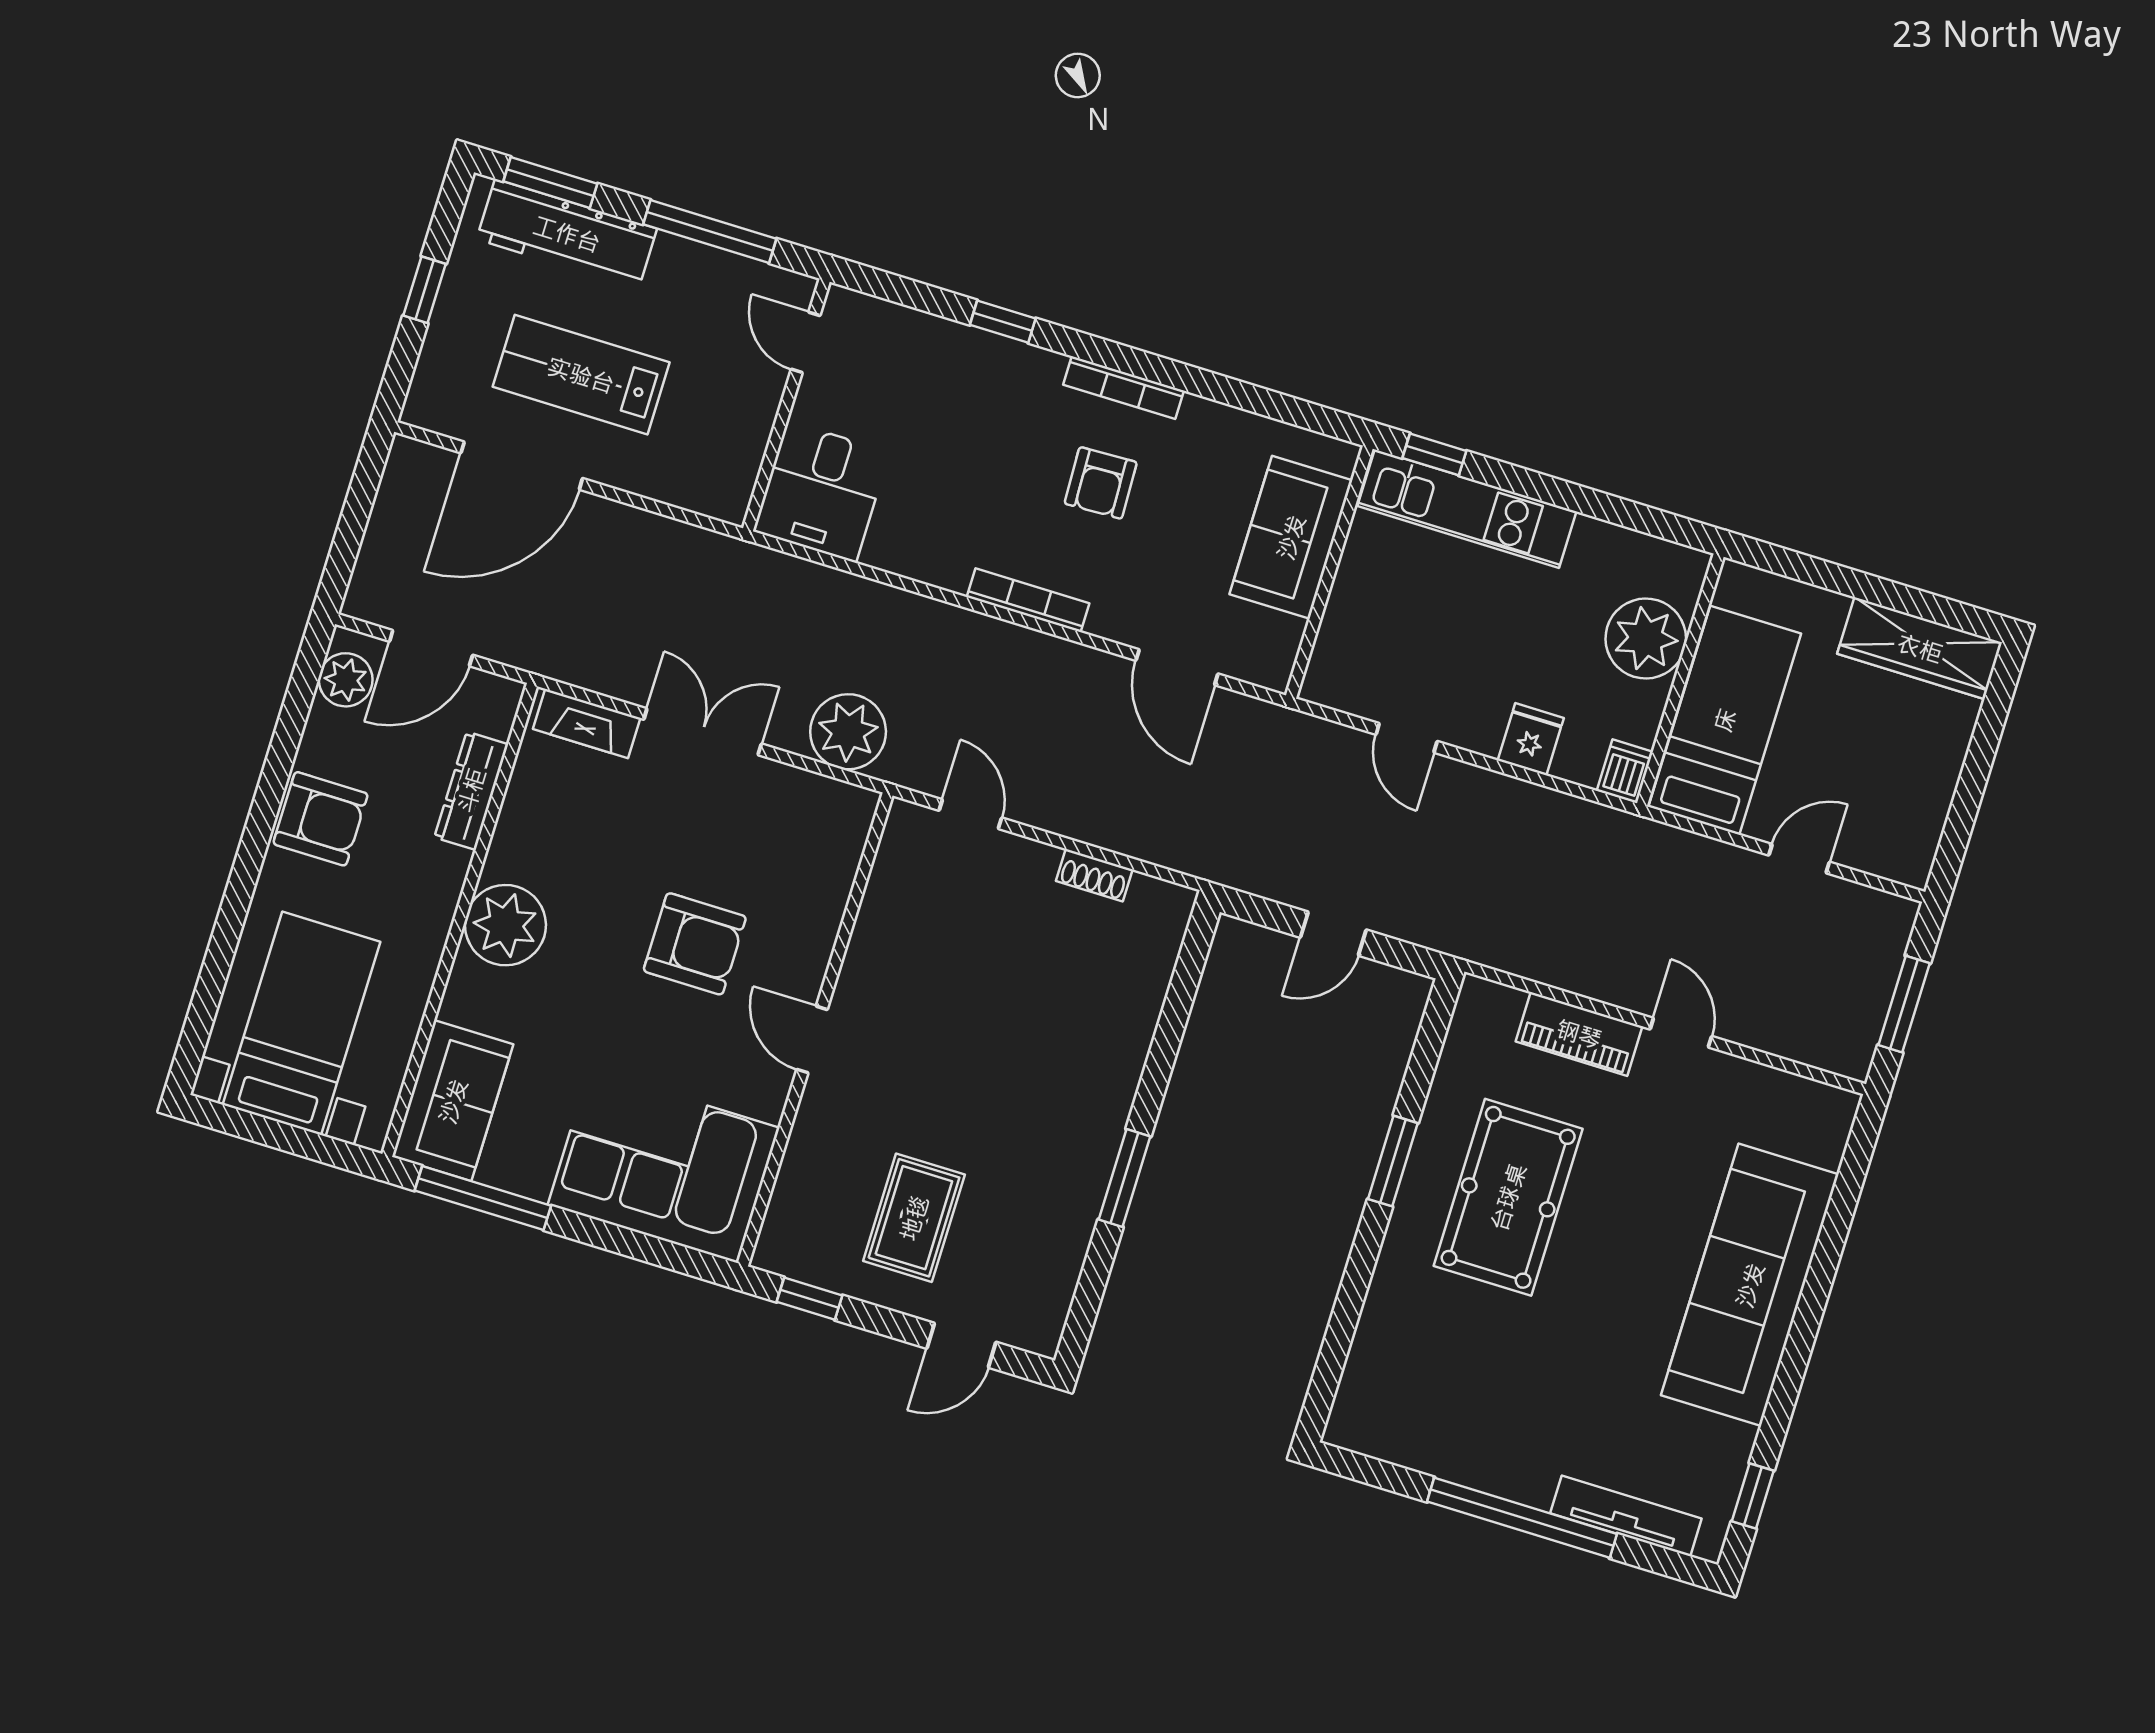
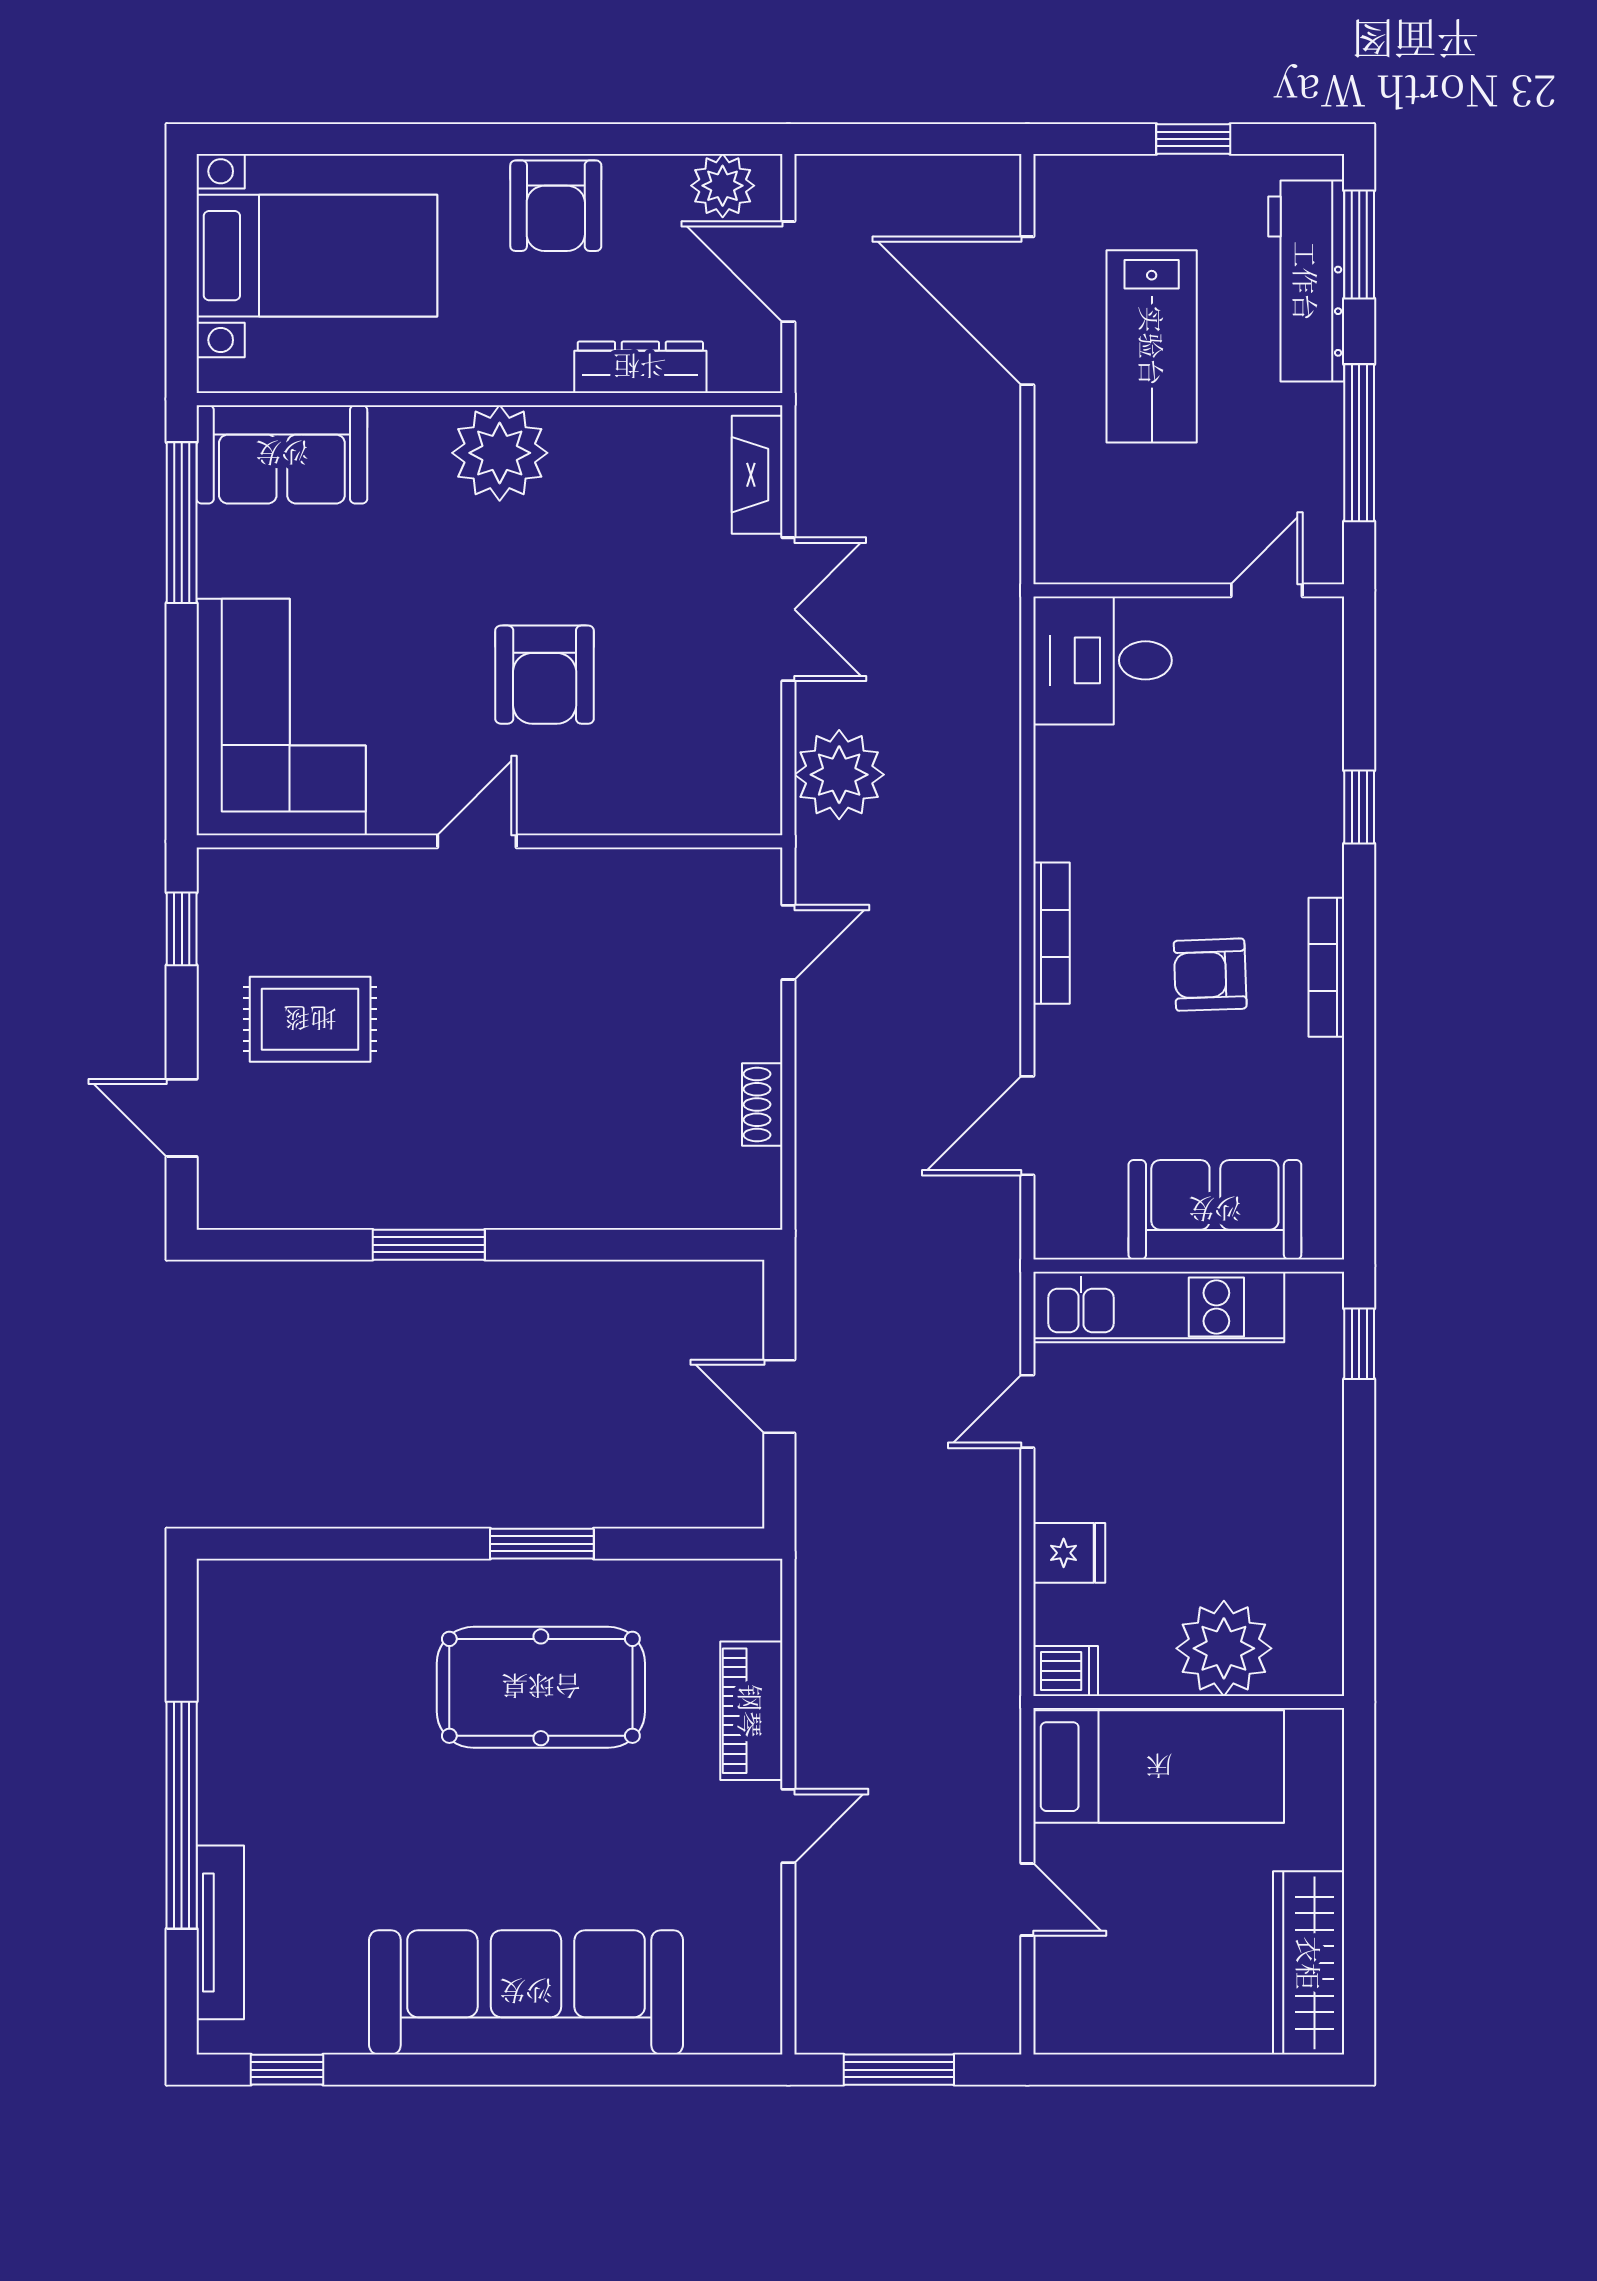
lab bench: (581, 375) -> (1152, 346), turned 180
kitchen unit: (1467, 509) -> (1159, 1307), moved, turned -90

